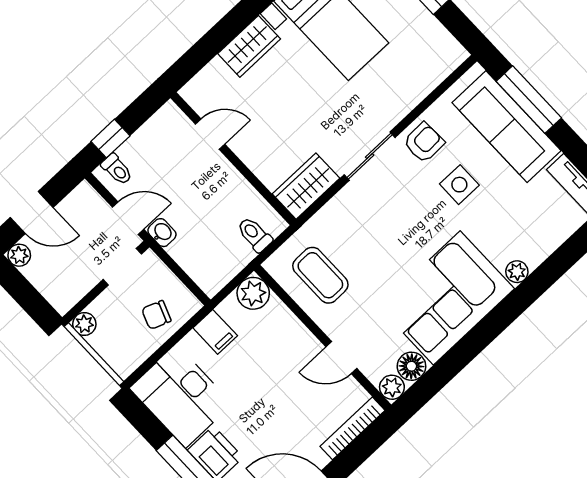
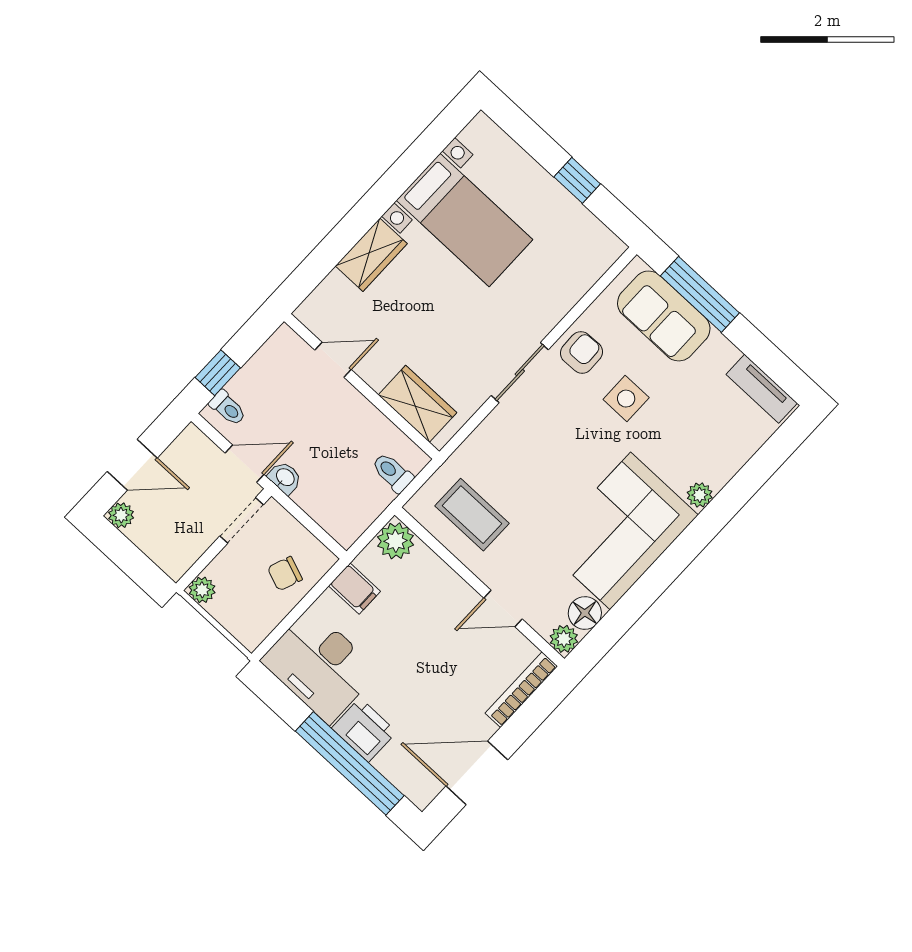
sofa: (507, 127) -> (664, 316), width x0.73
wardrobe: (306, 186) -> (418, 404), moved, turned 90

